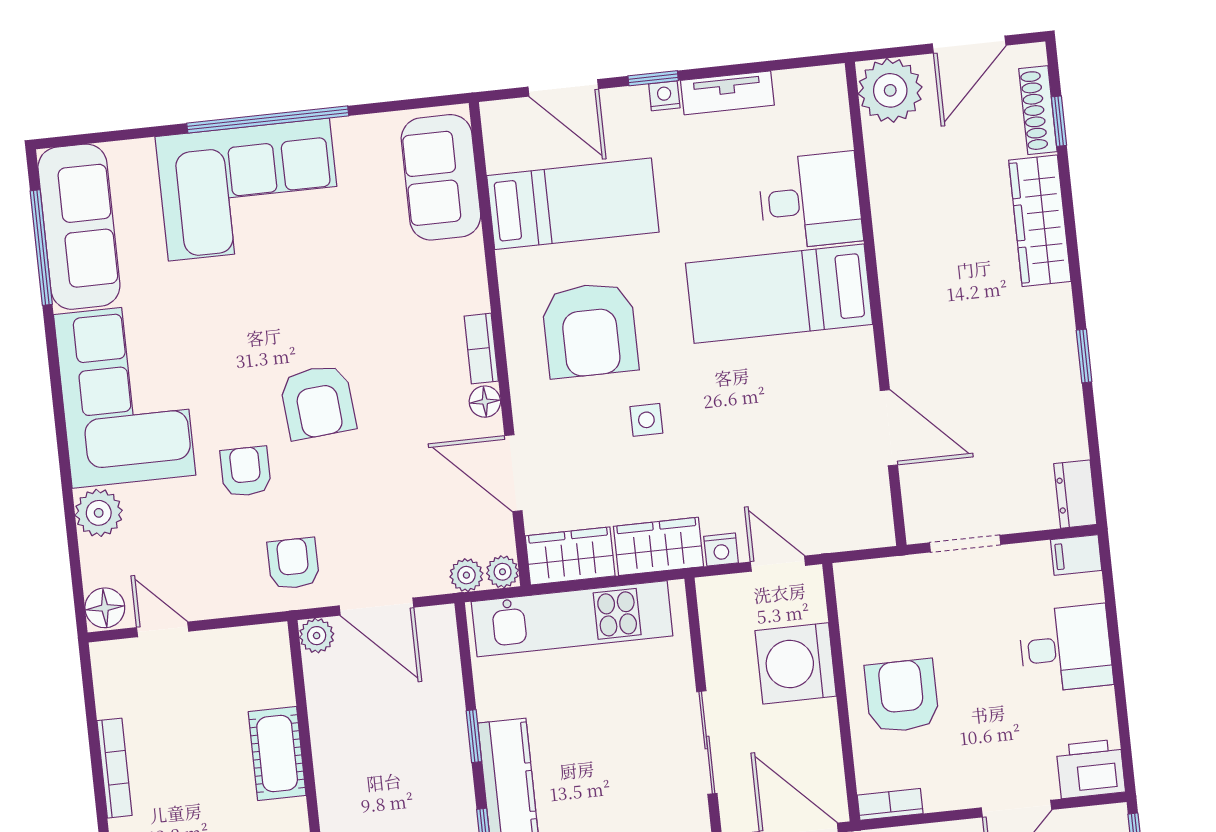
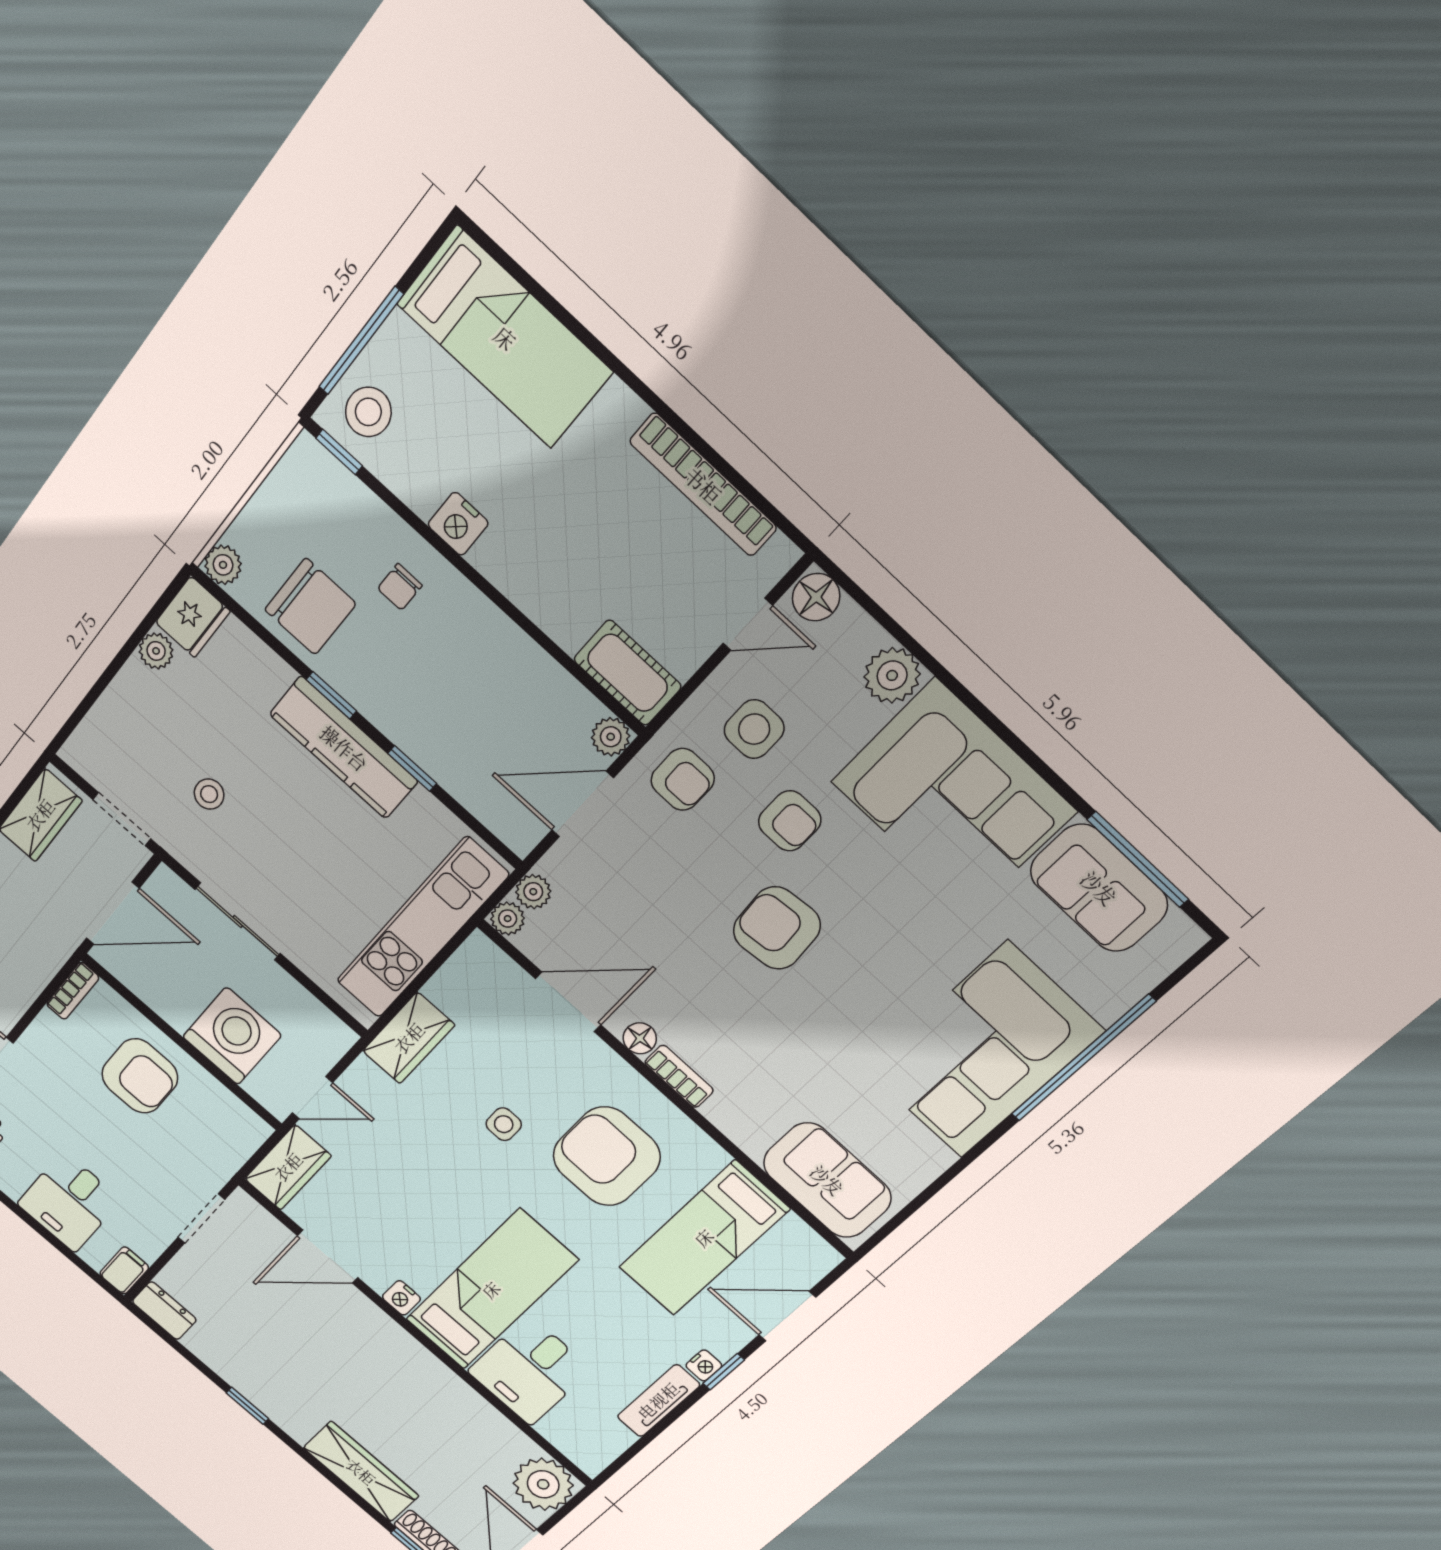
window: (268, 119) -> (1083, 1058), moved
sofa: (79, 227) -> (1099, 888), width x0.73
nightstand: (721, 550) -> (401, 1298), moved, turned -90
side table: (217, 556) -> (754, 729), added
wardrobe: (570, 556) -> (288, 1167), moved
cot: (277, 754) -> (628, 673), moved
bookcase: (115, 768) -> (703, 485), width x1.48, depth x1.31

